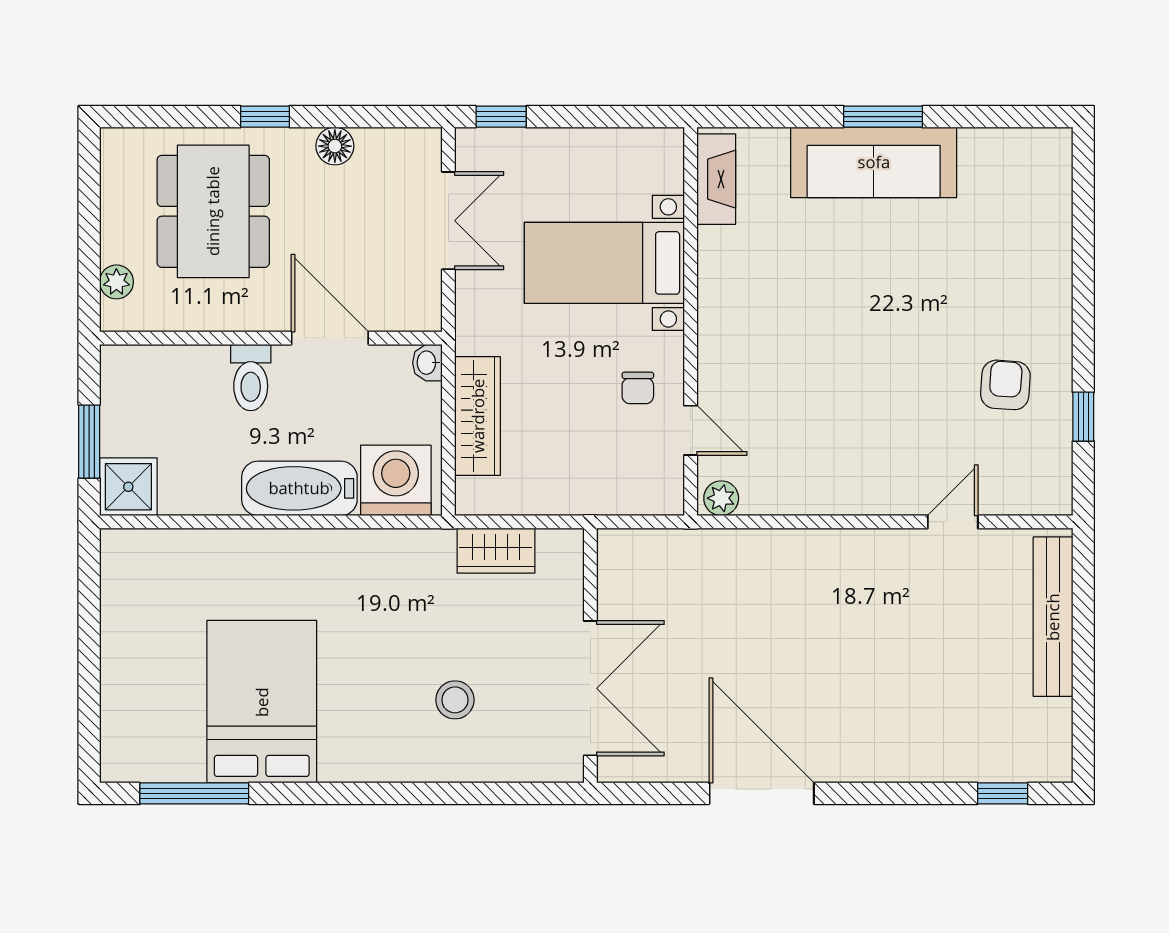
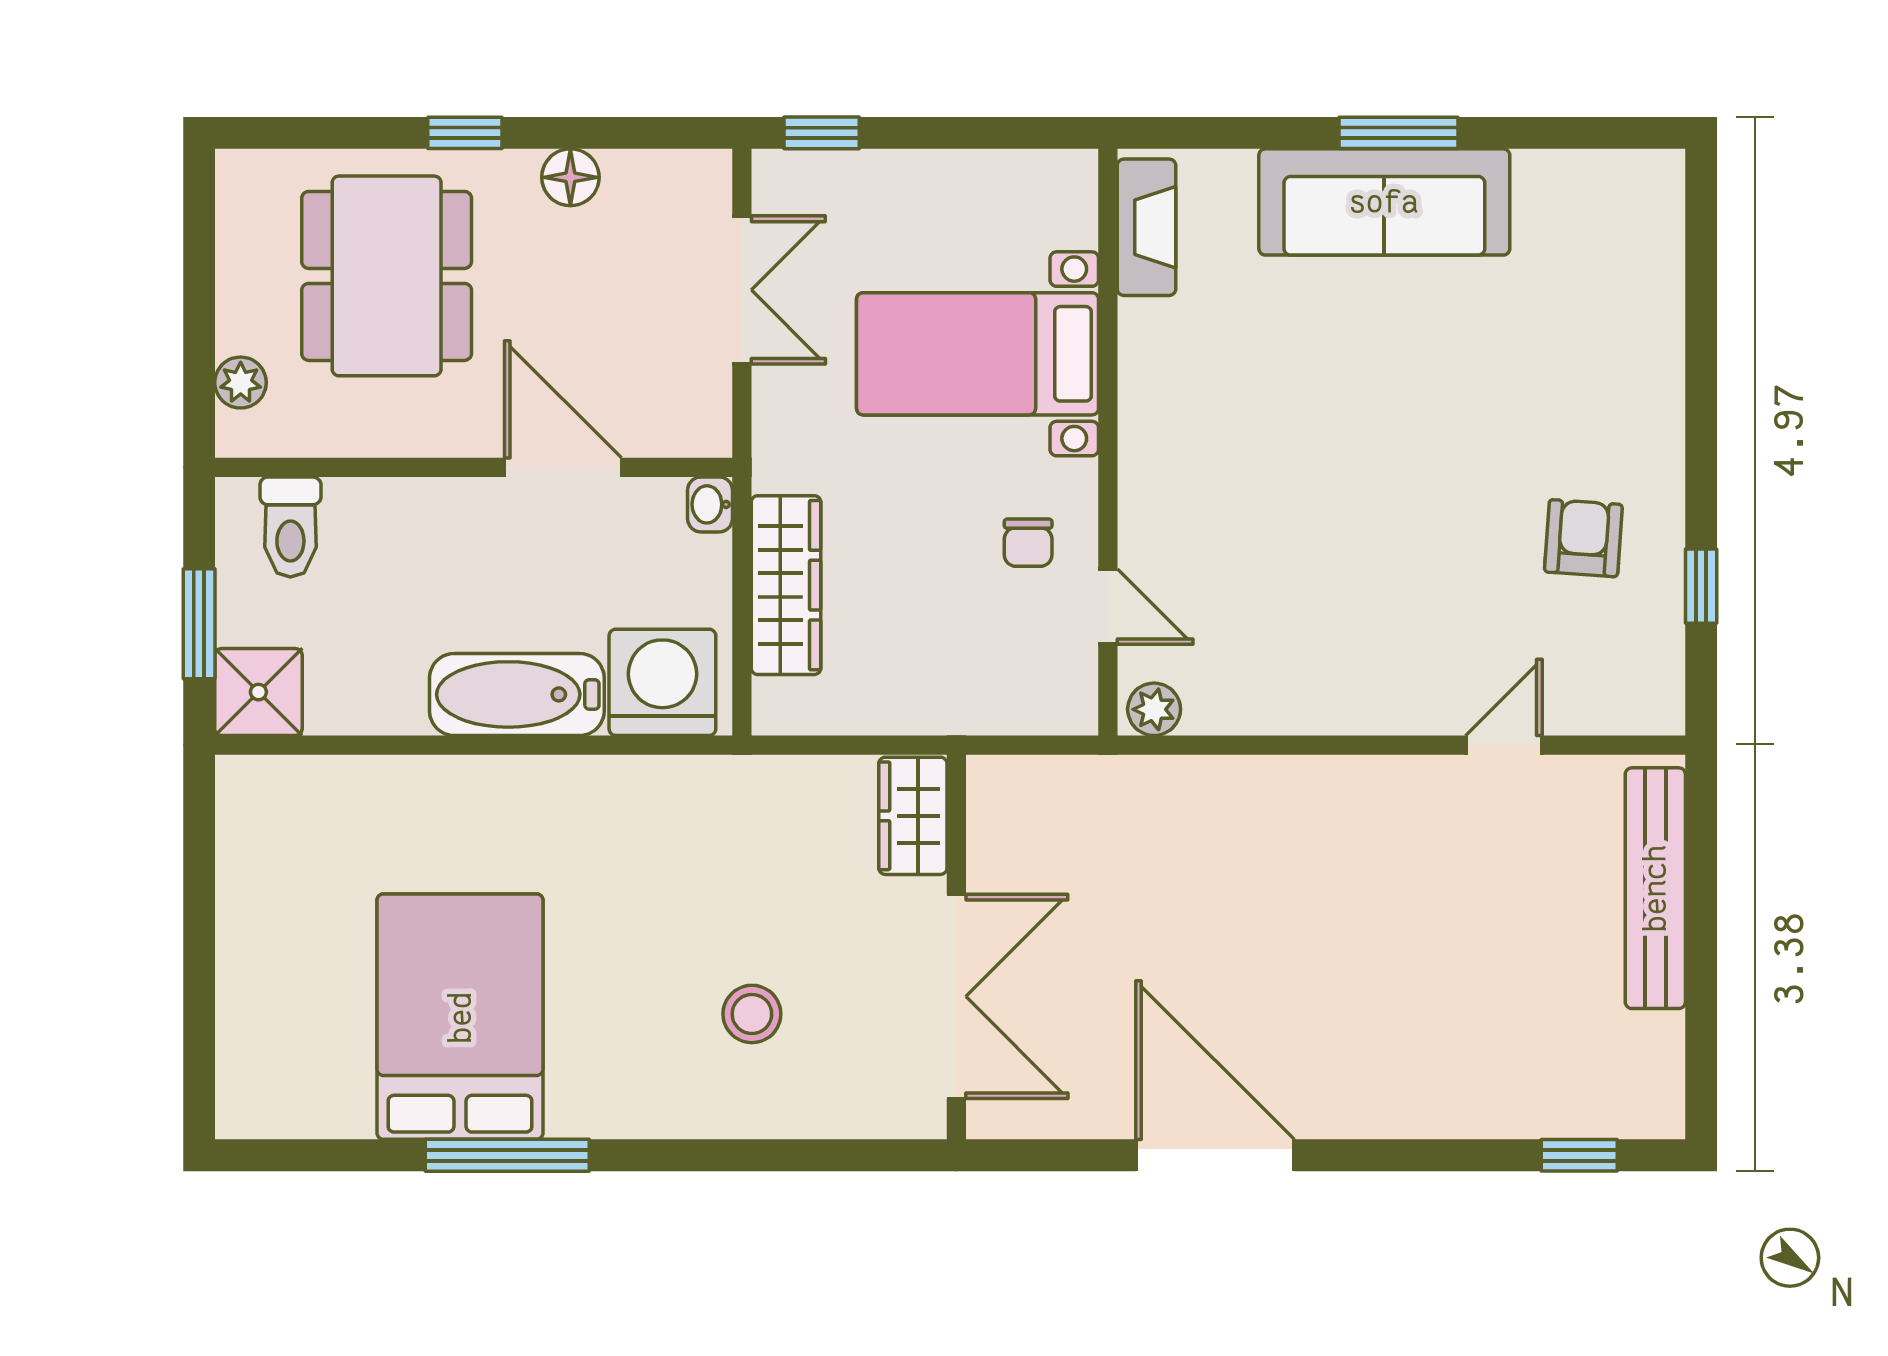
toilet: (251, 378) -> (290, 527), moved
wardrobe: (496, 551) -> (913, 816), moved, turned 90
window: (194, 793) -> (507, 1155), moved

